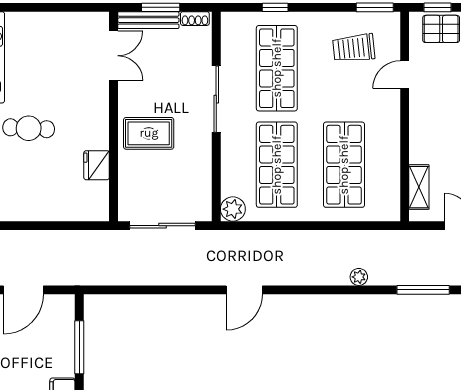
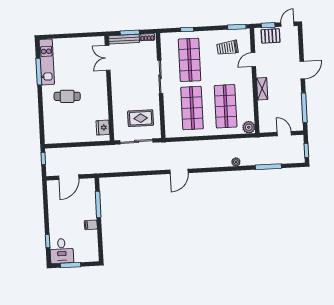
double door: (114, 56) -> (108, 58), swing flipped
rug: (149, 133) -> (141, 118), moved
fridge: (97, 165) -> (103, 128), moved
shelving: (419, 187) -> (262, 89), moved
plant: (233, 209) -> (249, 127), moved

